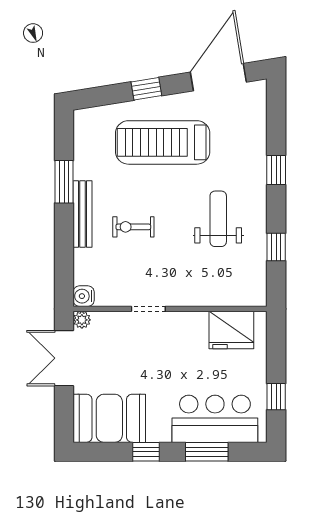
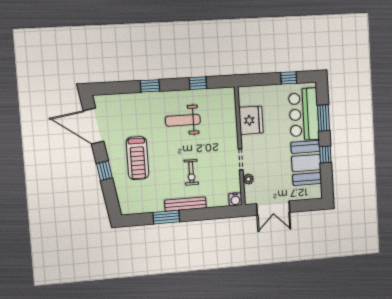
treadmill: (163, 142) -> (138, 158), width x0.73, depth x0.73
plant: (82, 320) -> (248, 179), moved
fridge: (231, 330) -> (251, 120), moved
booth: (109, 418) -> (306, 163), moved

